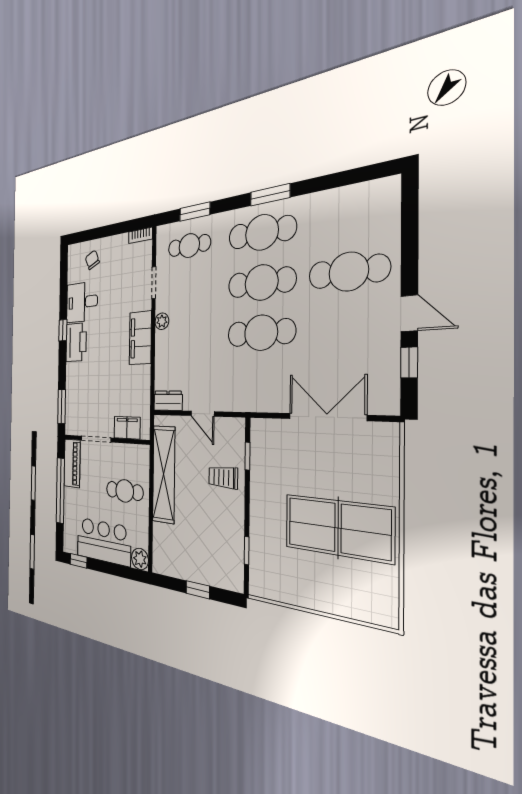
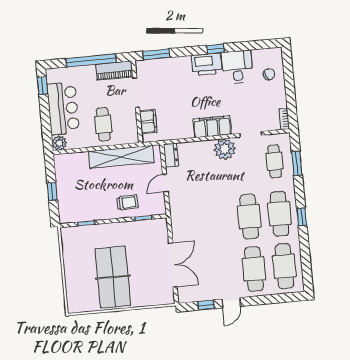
window: (270, 195) -> (302, 217), width x0.67
plant: (162, 321) -> (225, 149), width x1.88, depth x1.88
cafe table: (261, 333) -> (284, 266), moved
trolley: (223, 477) -> (127, 202), turned 88

